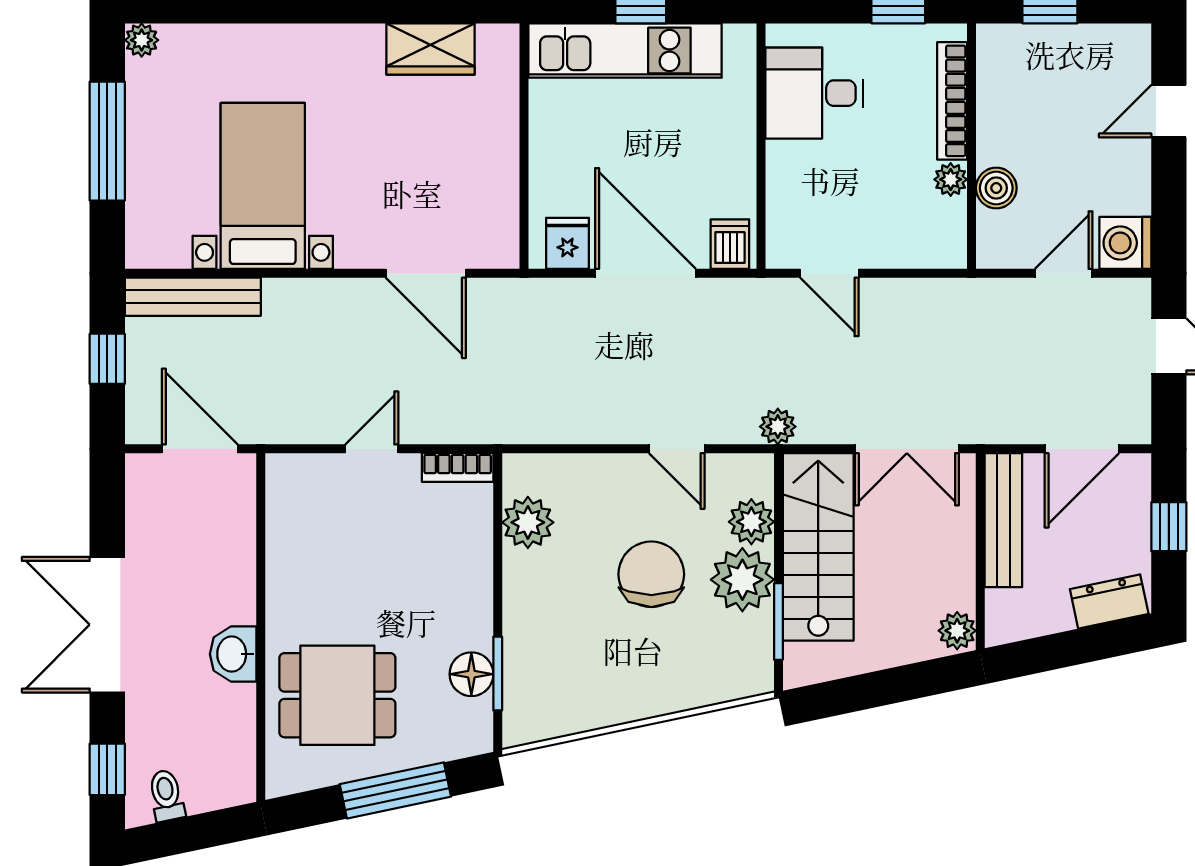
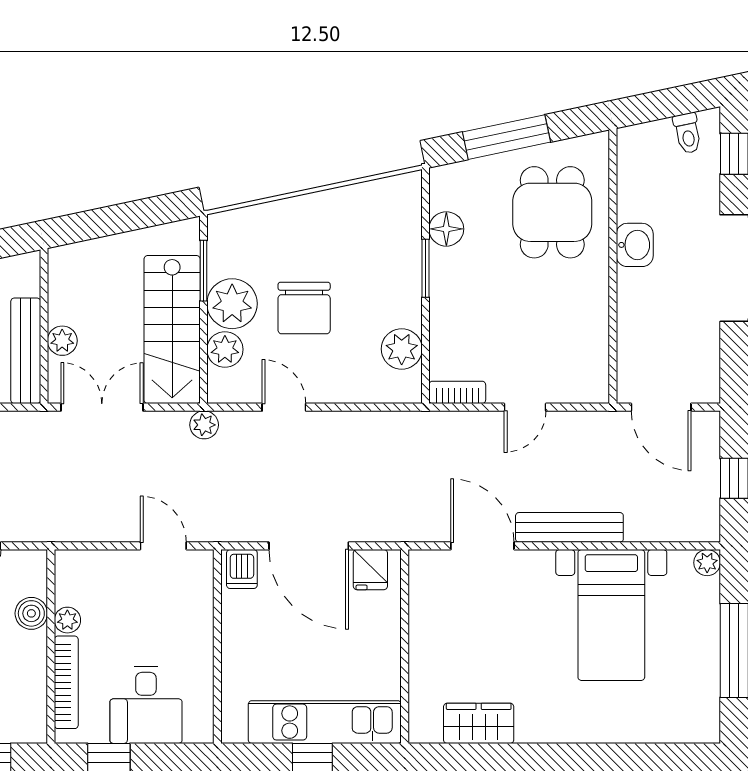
plant: (142, 40) -> (707, 563), moved
desk: (814, 93) -> (146, 705), moved, turned 90
bench: (193, 297) -> (569, 527), moved
plant: (957, 631) -> (62, 341), moved
window: (498, 674) -> (426, 268), moved
dining table: (337, 695) -> (552, 212), turned 90

